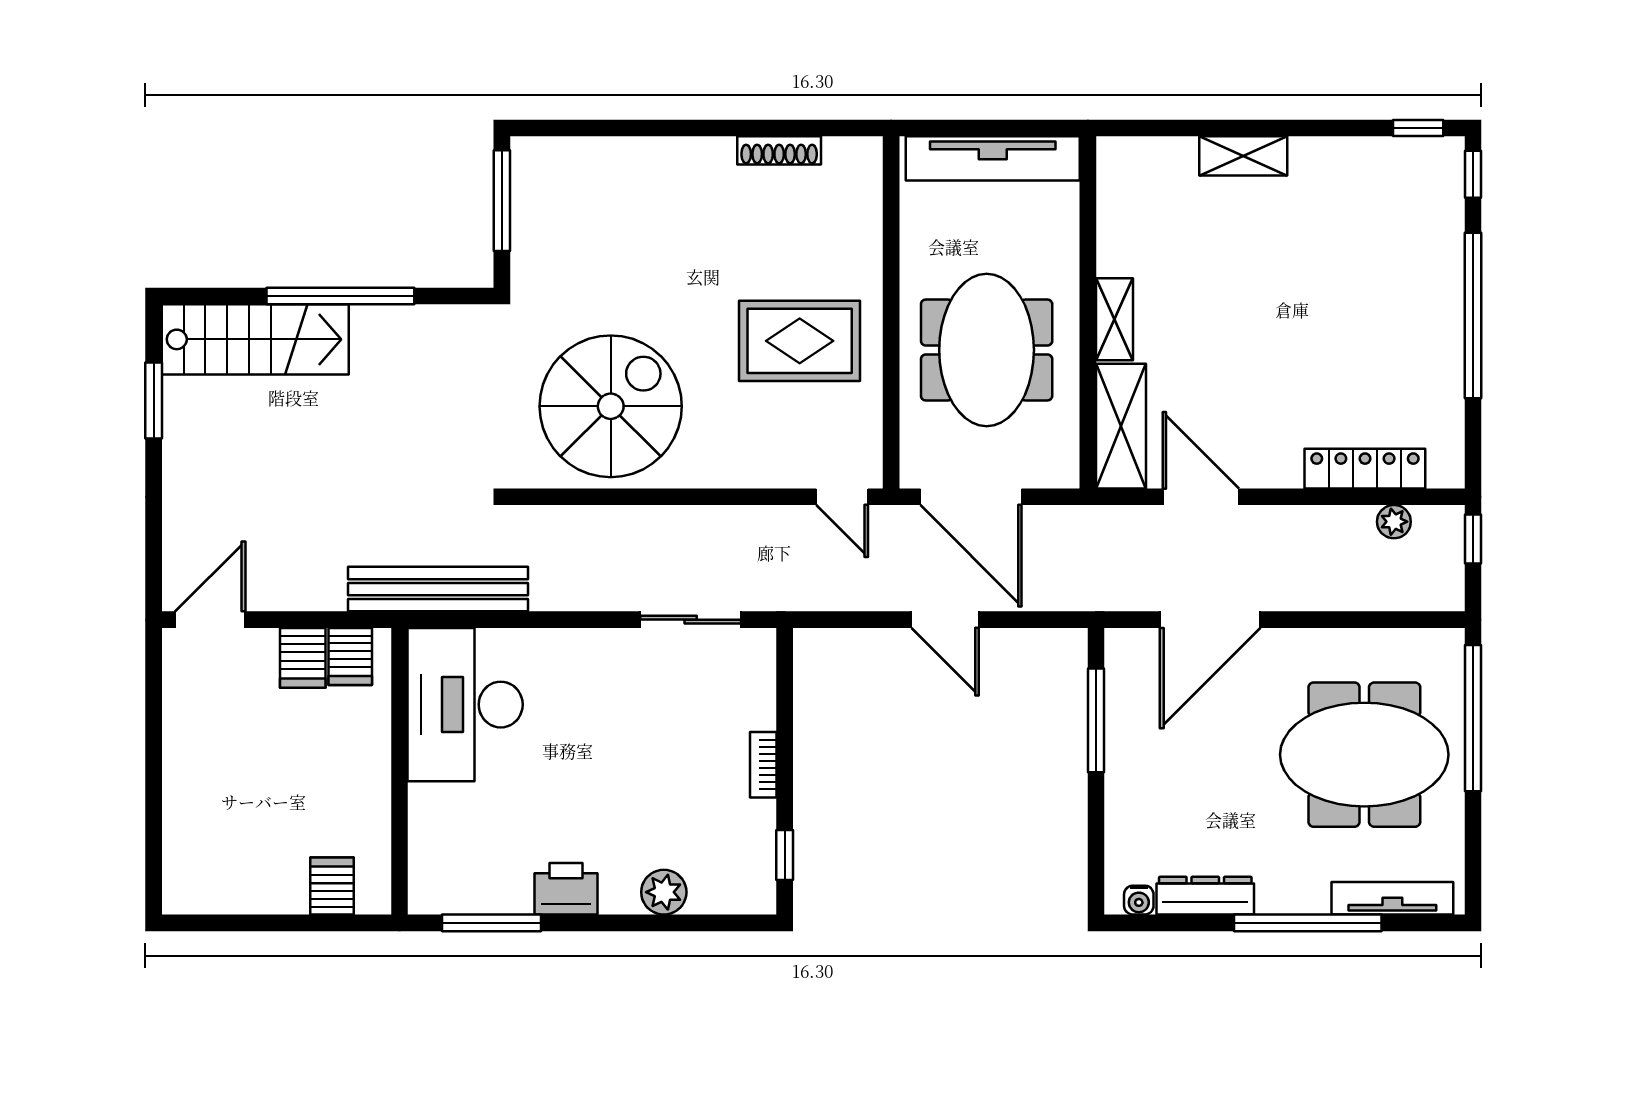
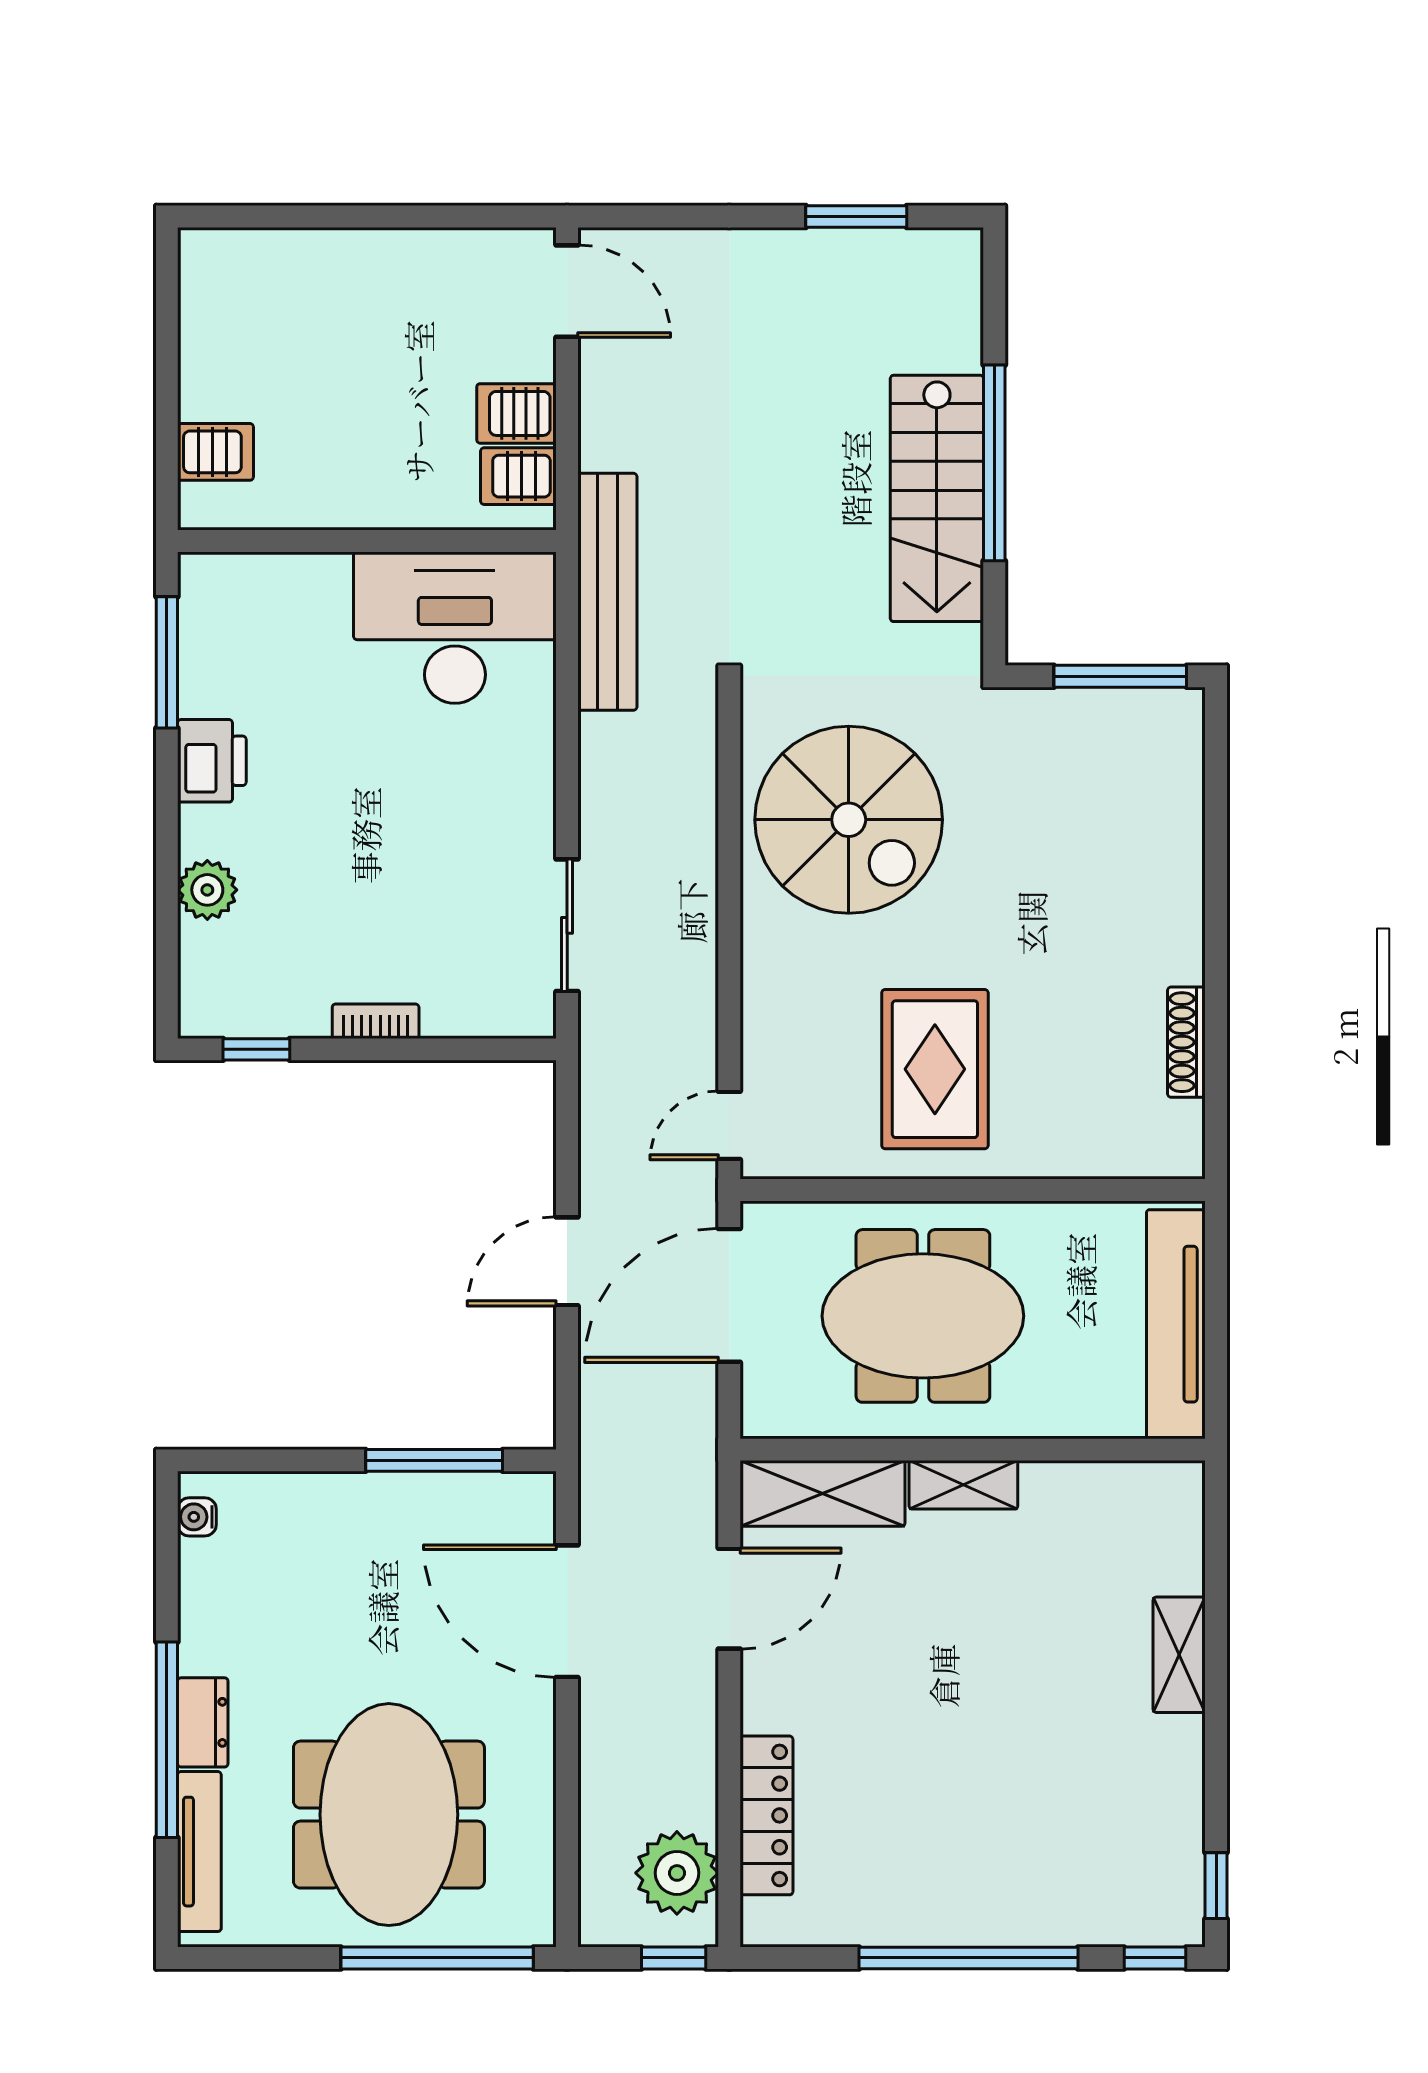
stairs: (255, 339) -> (937, 498), moved
plant: (1394, 522) -> (677, 1873), width x1.87, depth x1.87
dresser: (1205, 896) -> (203, 1722), moved, width x0.70

